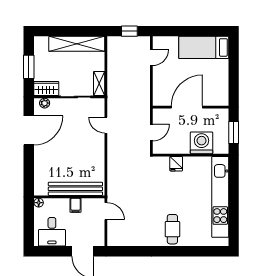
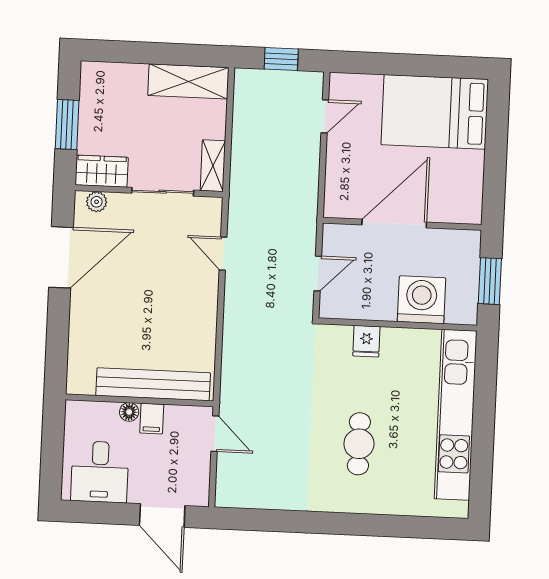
shelving: (77, 44) -> (188, 81), width x0.68
bed: (204, 47) -> (435, 112), width x1.50
floor lamp: (39, 203) -> (129, 412), moved
cafe table: (172, 229) -> (359, 444), moved

